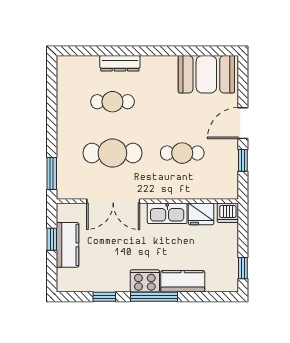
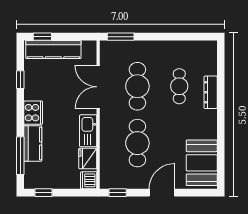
door: (243, 123) -> (162, 193), hinge flipped
cafe table: (182, 153) -> (137, 143), width x1.37, depth x1.35
window: (243, 160) -> (118, 193), moved
window: (52, 239) -> (42, 37), moved
kitchen counter: (67, 245) -> (53, 50), width x1.50
window: (154, 297) -> (20, 156), moved

